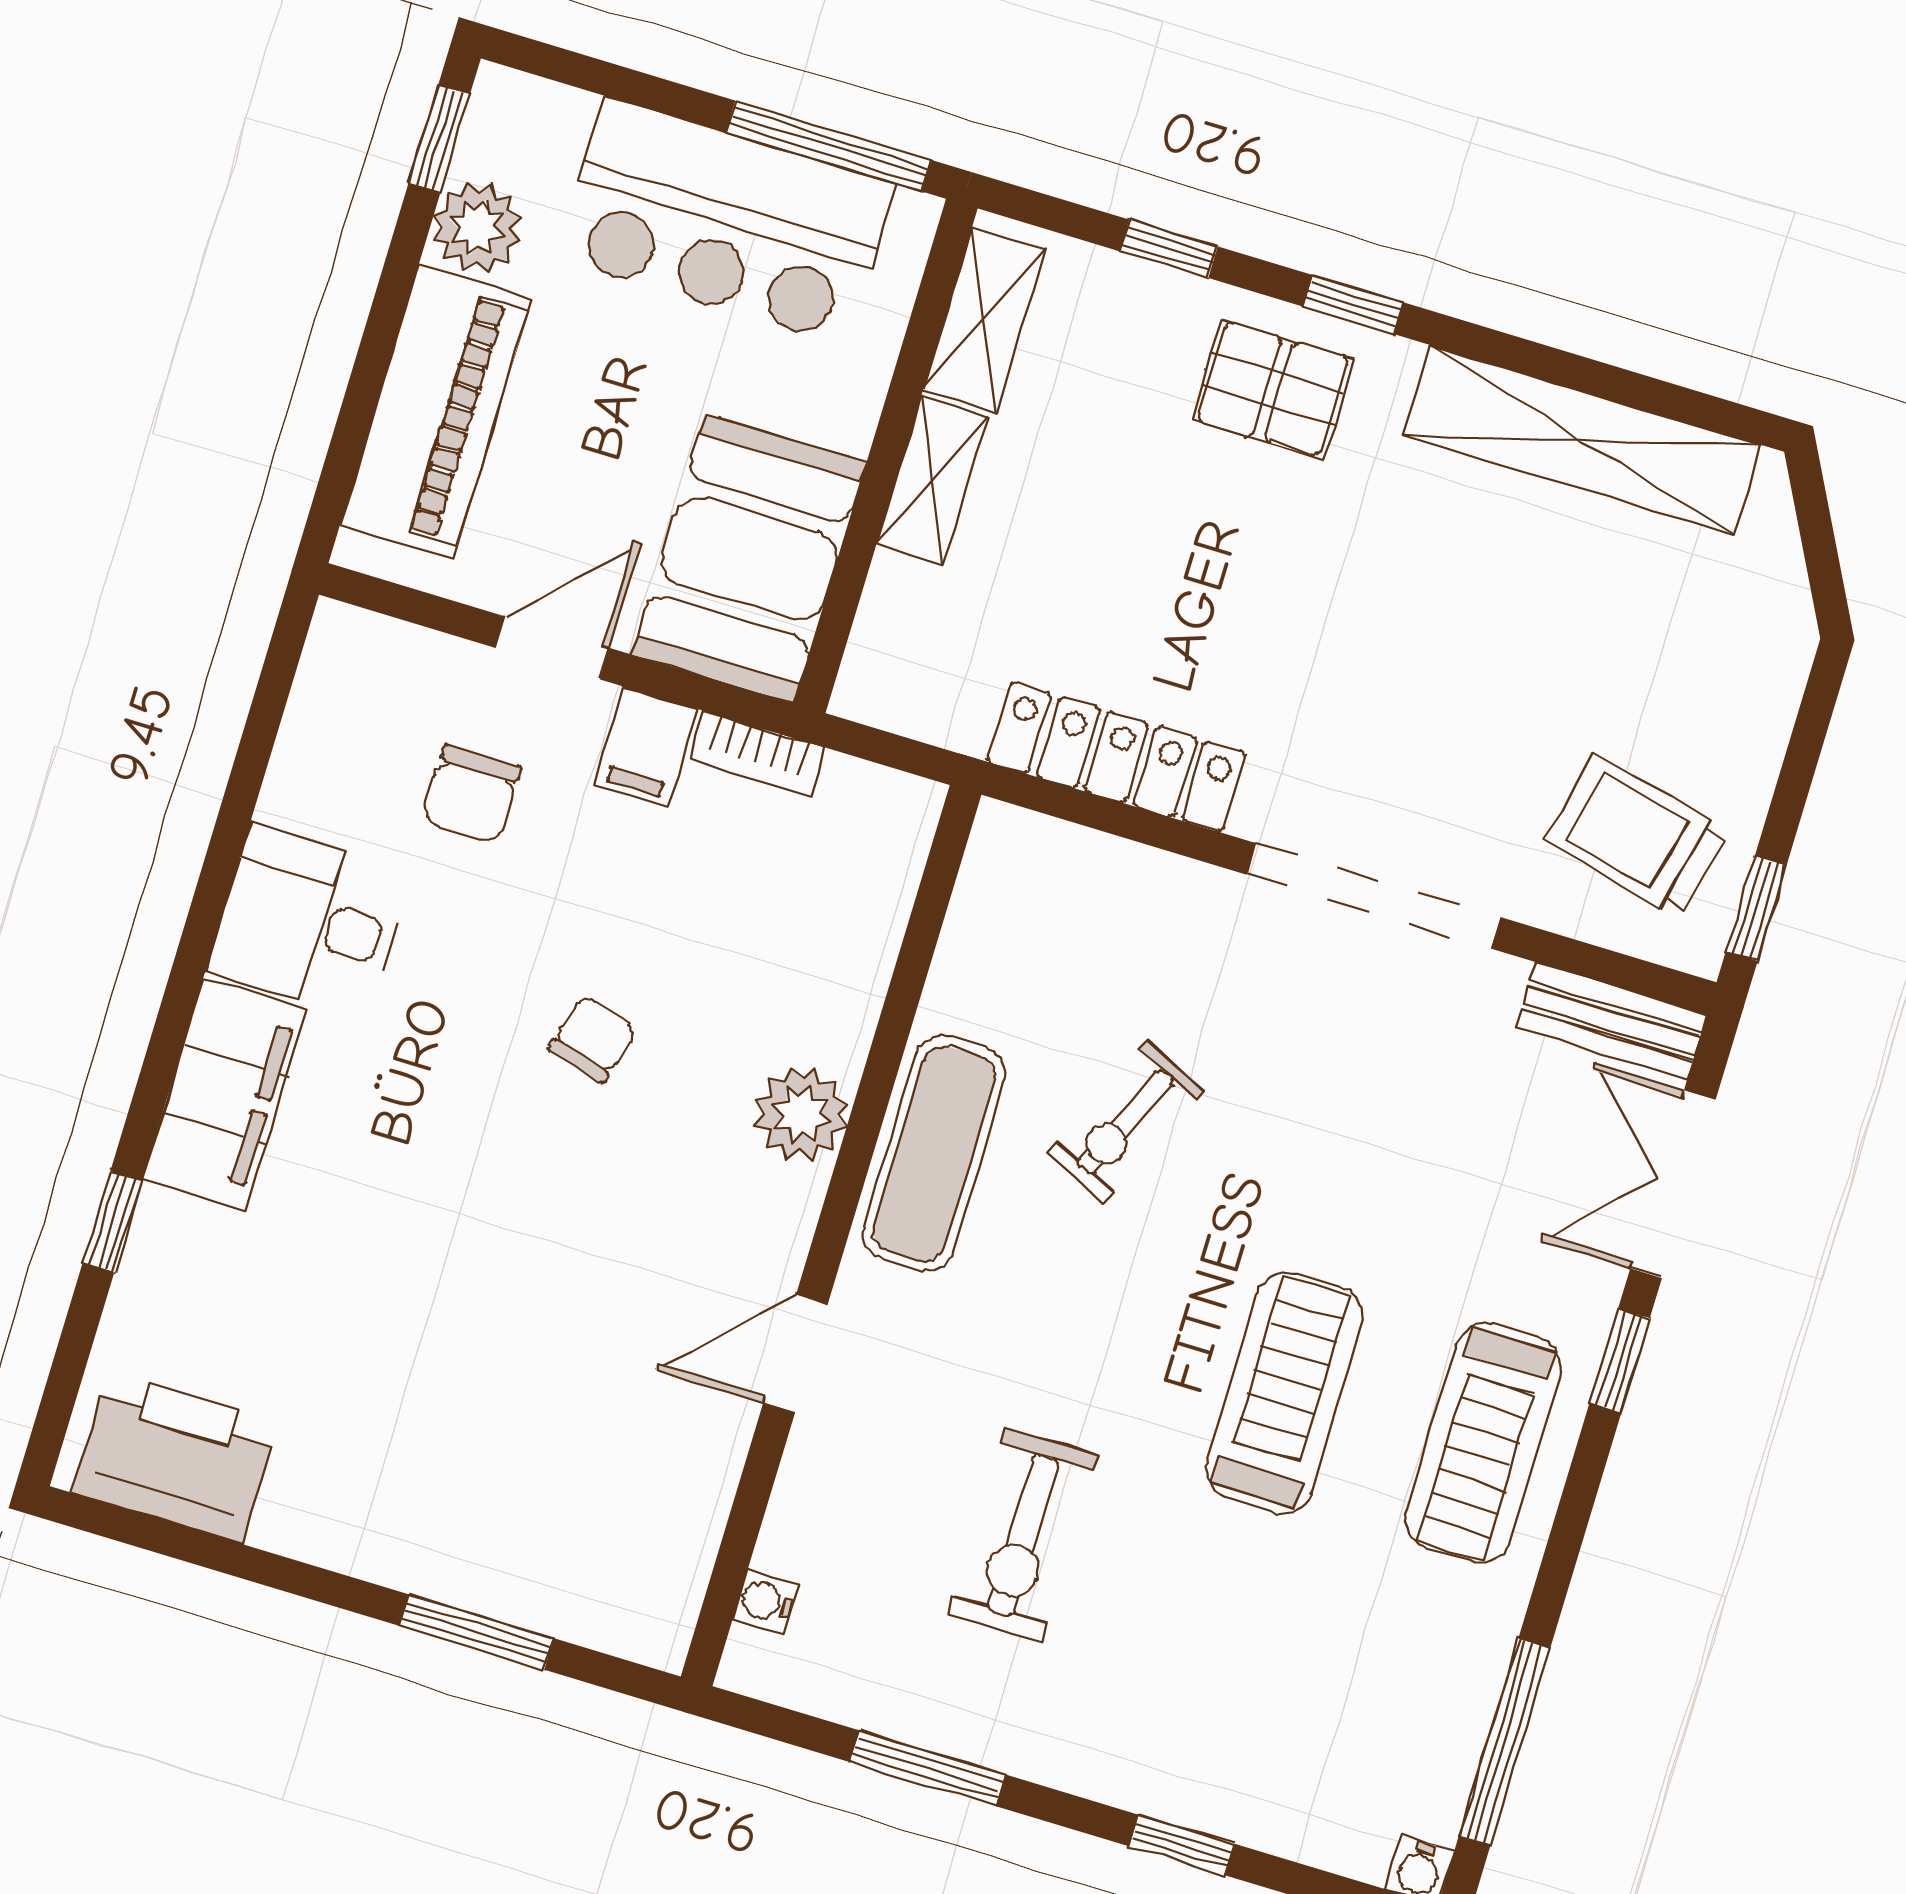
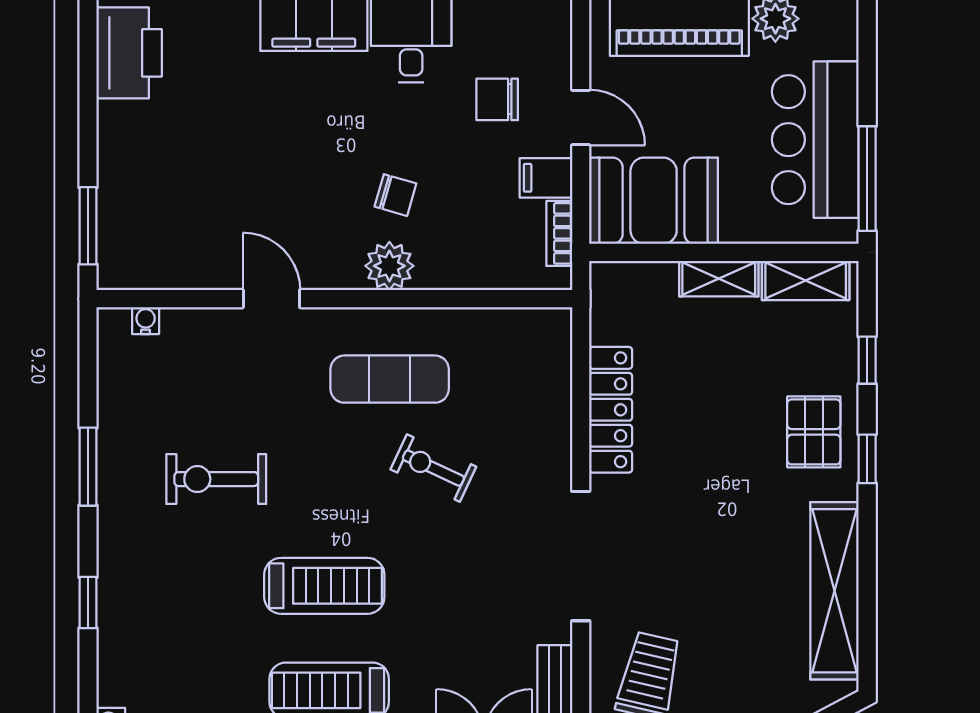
plant: (801, 1114) -> (389, 266), moved
wall: (831, 1236) -> (334, 299), moved
door: (796, 1353) -> (271, 299), moved
water cooler: (765, 1602) -> (146, 321), moved

